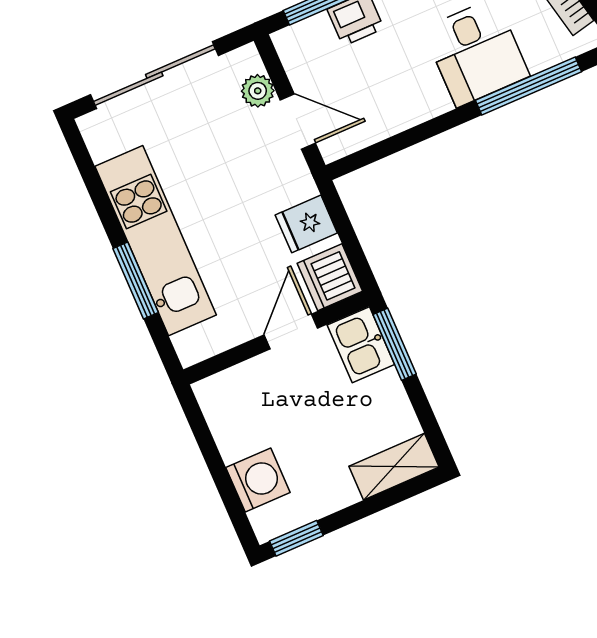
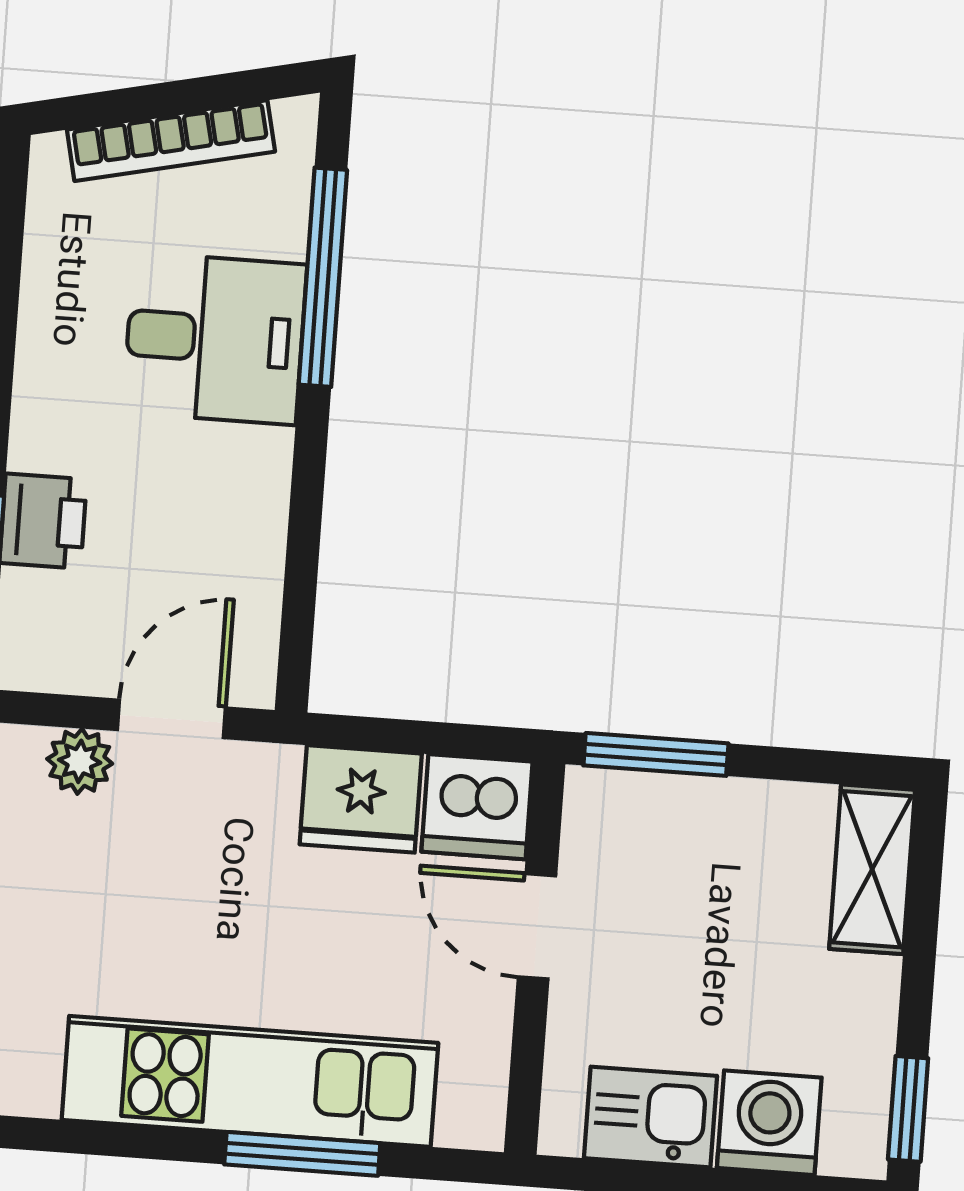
fridge: (306, 224) -> (361, 799), width x1.38
kitchen sink: (361, 345) -> (651, 1117), moved, turned 180

